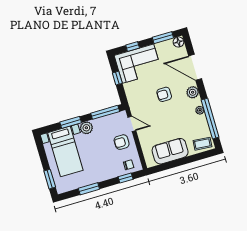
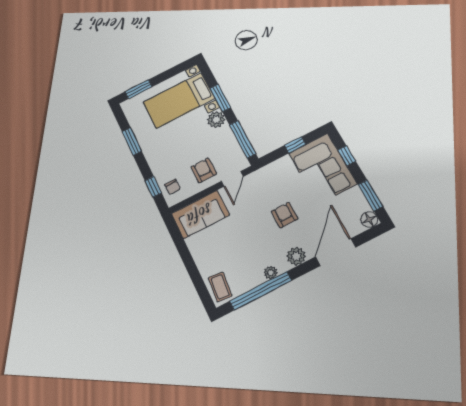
sofa: (170, 151) -> (200, 214), moved, turned 90

